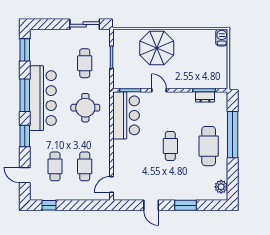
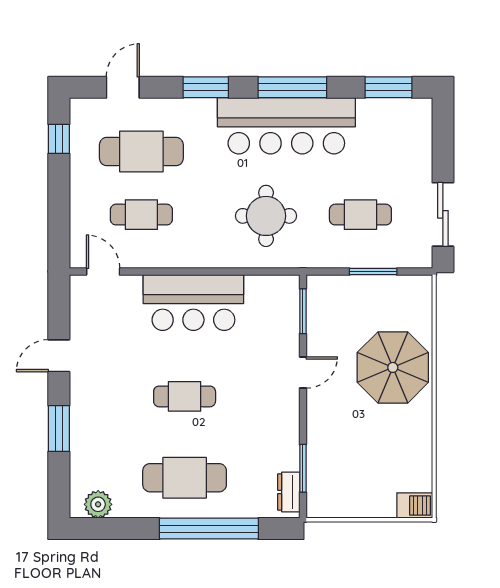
dresser: (205, 97) -> (289, 492), moved
bar counter: (126, 115) -> (193, 303), moved
cafe table: (55, 166) -> (141, 152), width x1.37, depth x1.35

